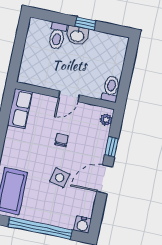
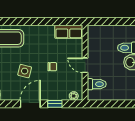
toilet: (111, 89) -> (97, 84), moved
door: (105, 179) -> (30, 104), hinge flipped

